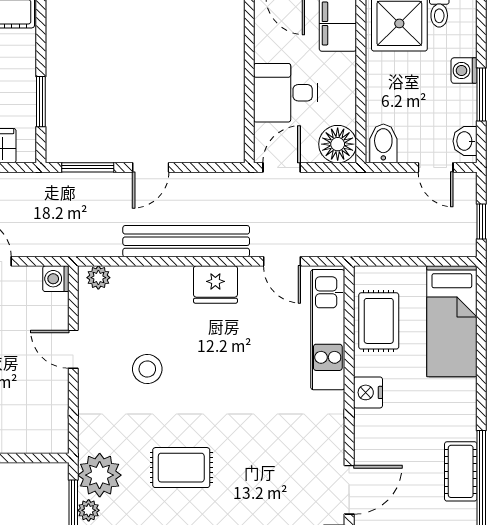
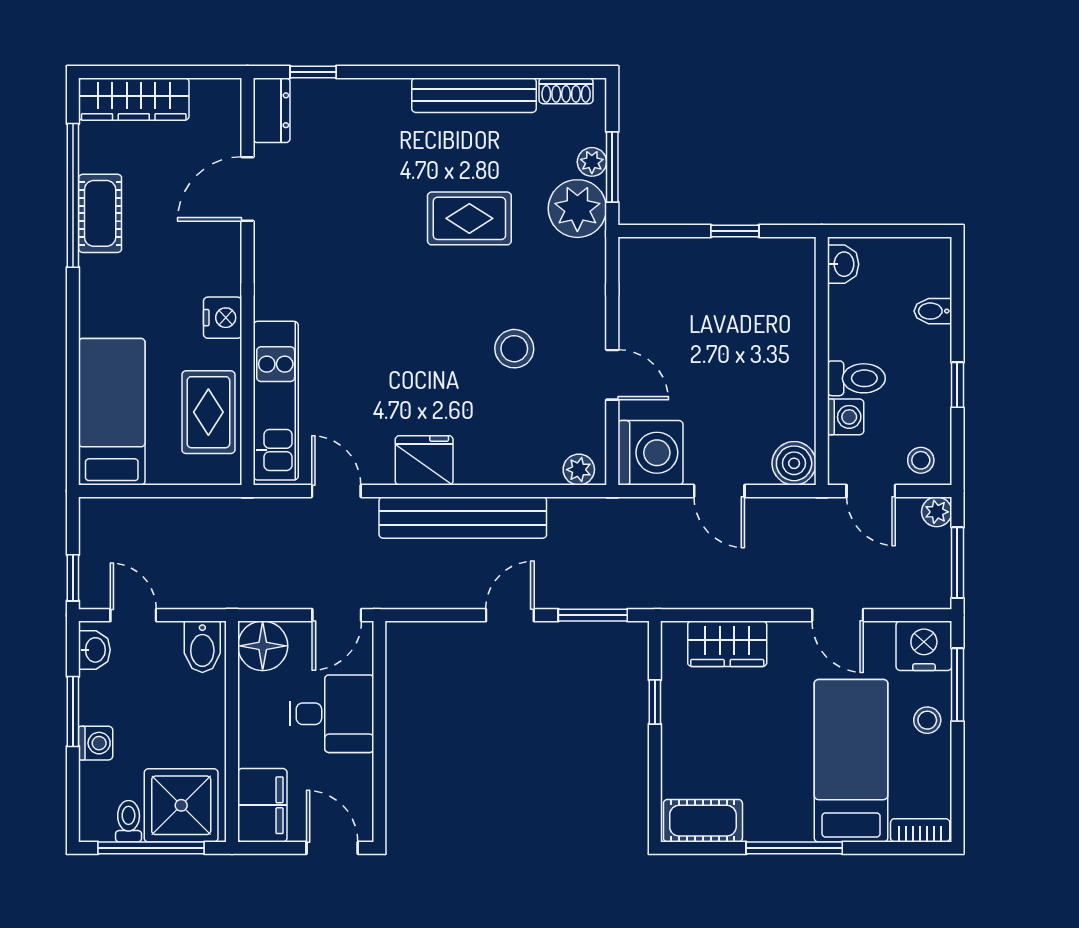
window: (41, 102) -> (655, 702), width x0.67
window: (481, 221) -> (73, 578), moved
washing machine: (56, 279) -> (650, 453), width x1.89, depth x1.89

